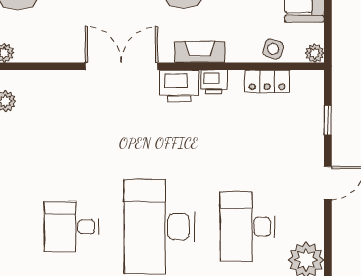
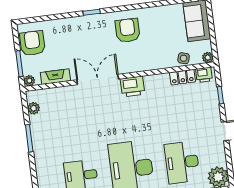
fireplace: (200, 52) -> (55, 77), moved
printer: (214, 82) -> (204, 75), moved

